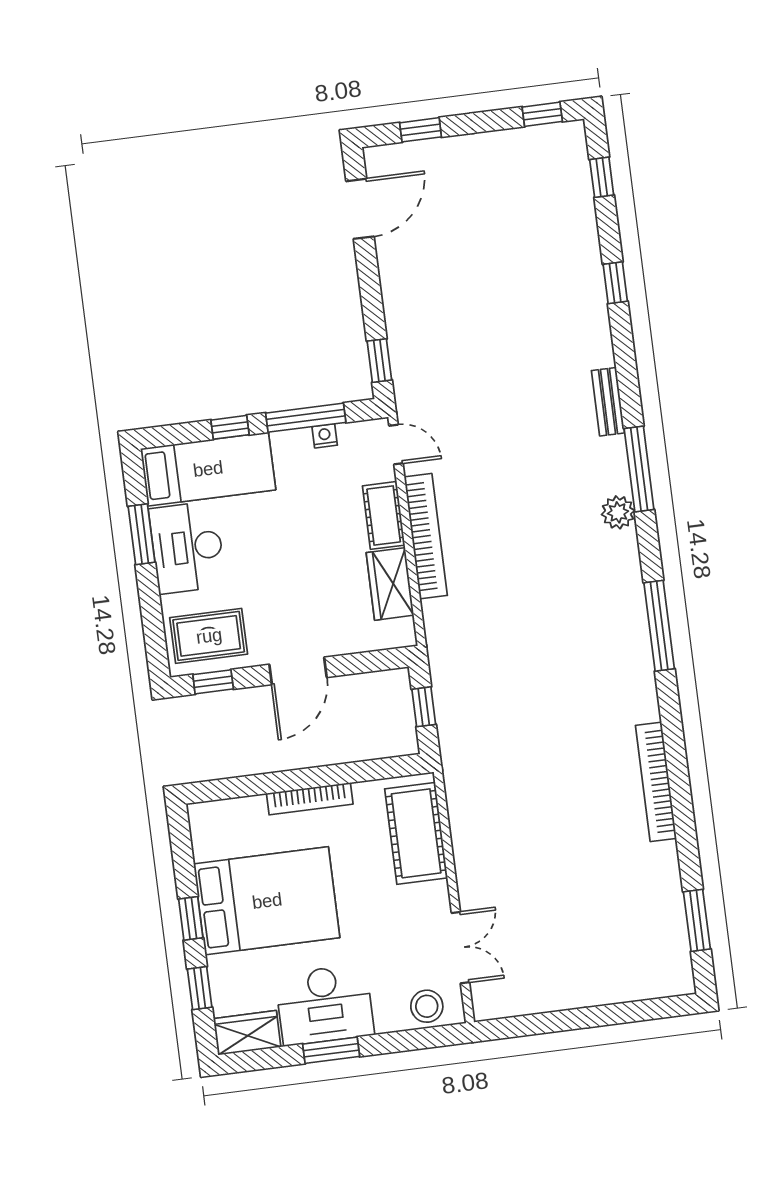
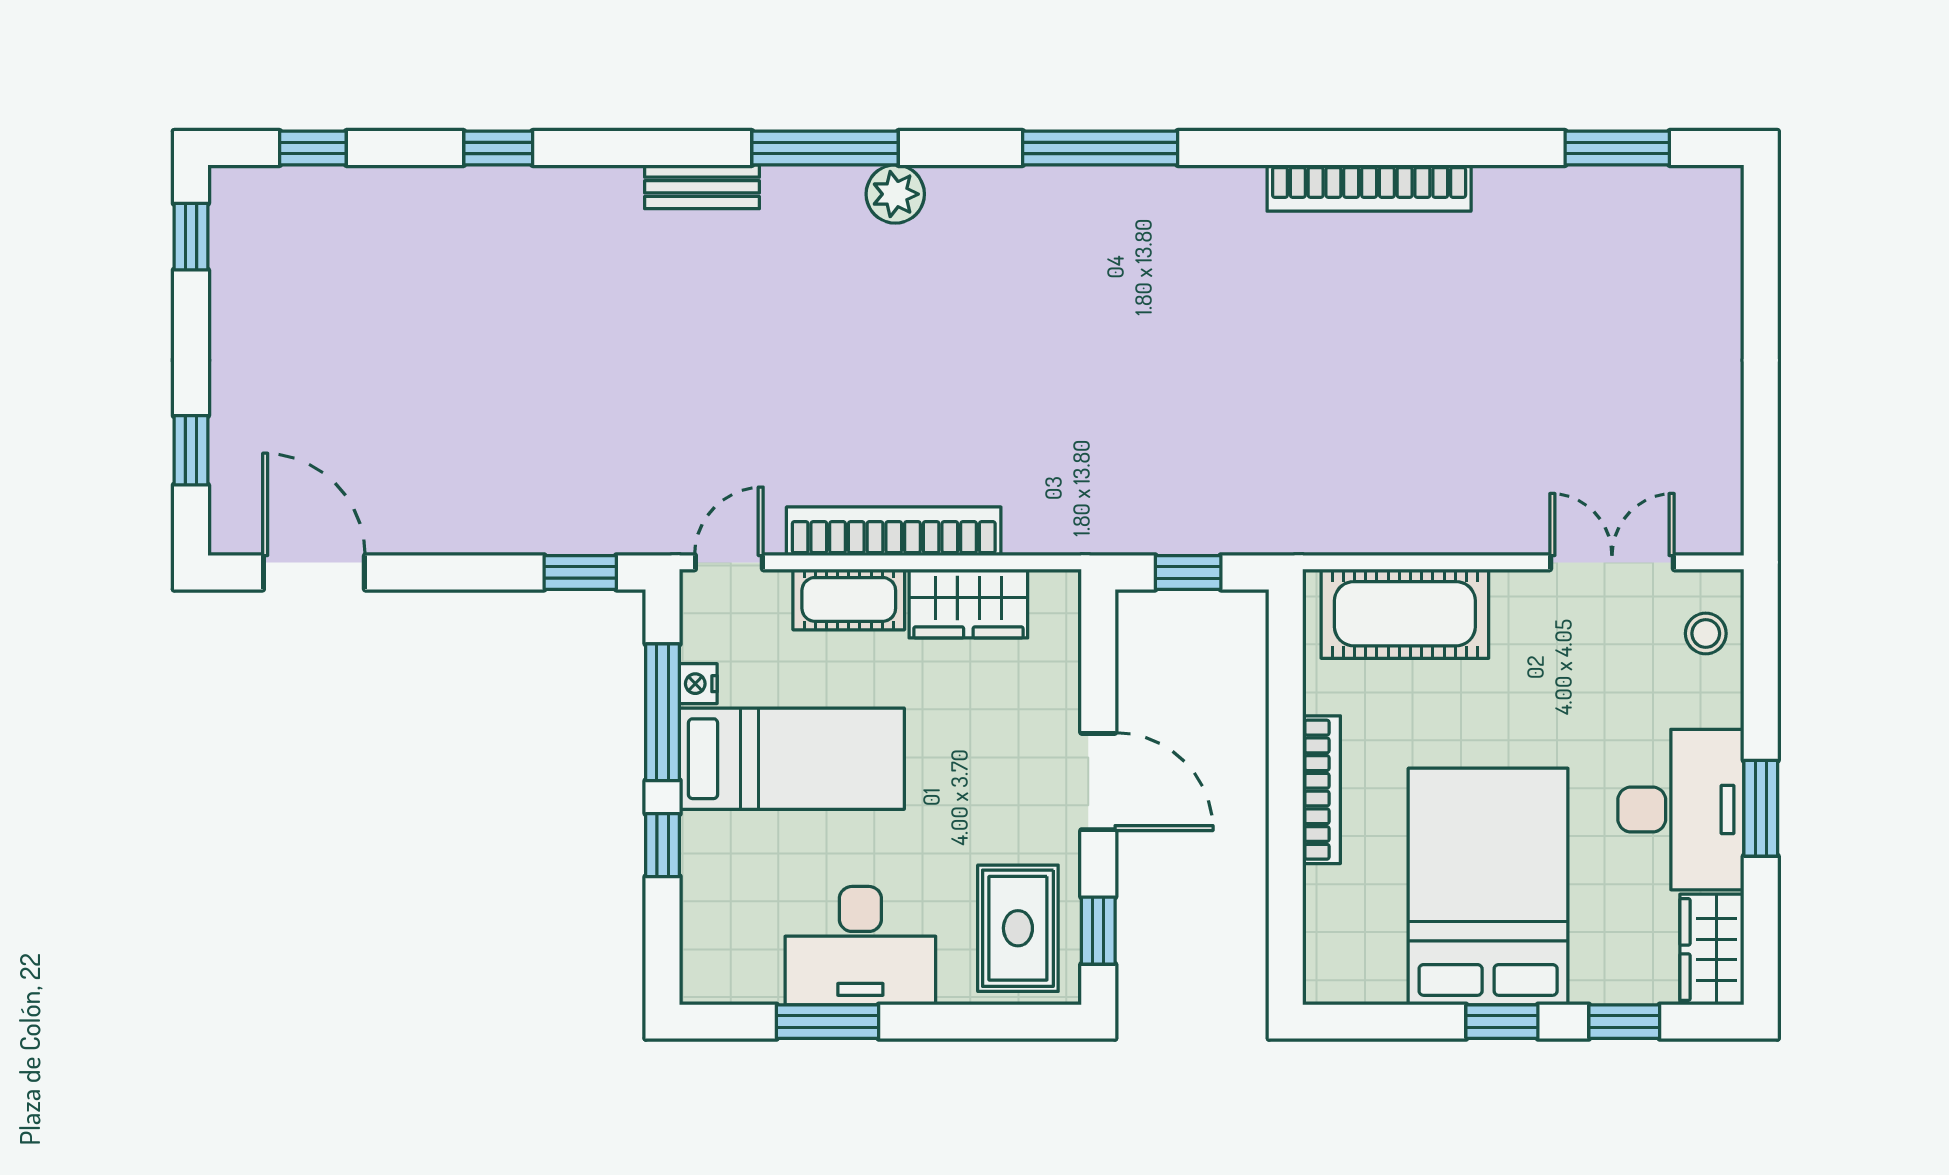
bed: (208, 469) -> (792, 759), moved, turned 90
stool: (427, 1006) -> (1706, 633), width x0.73, depth x0.73

